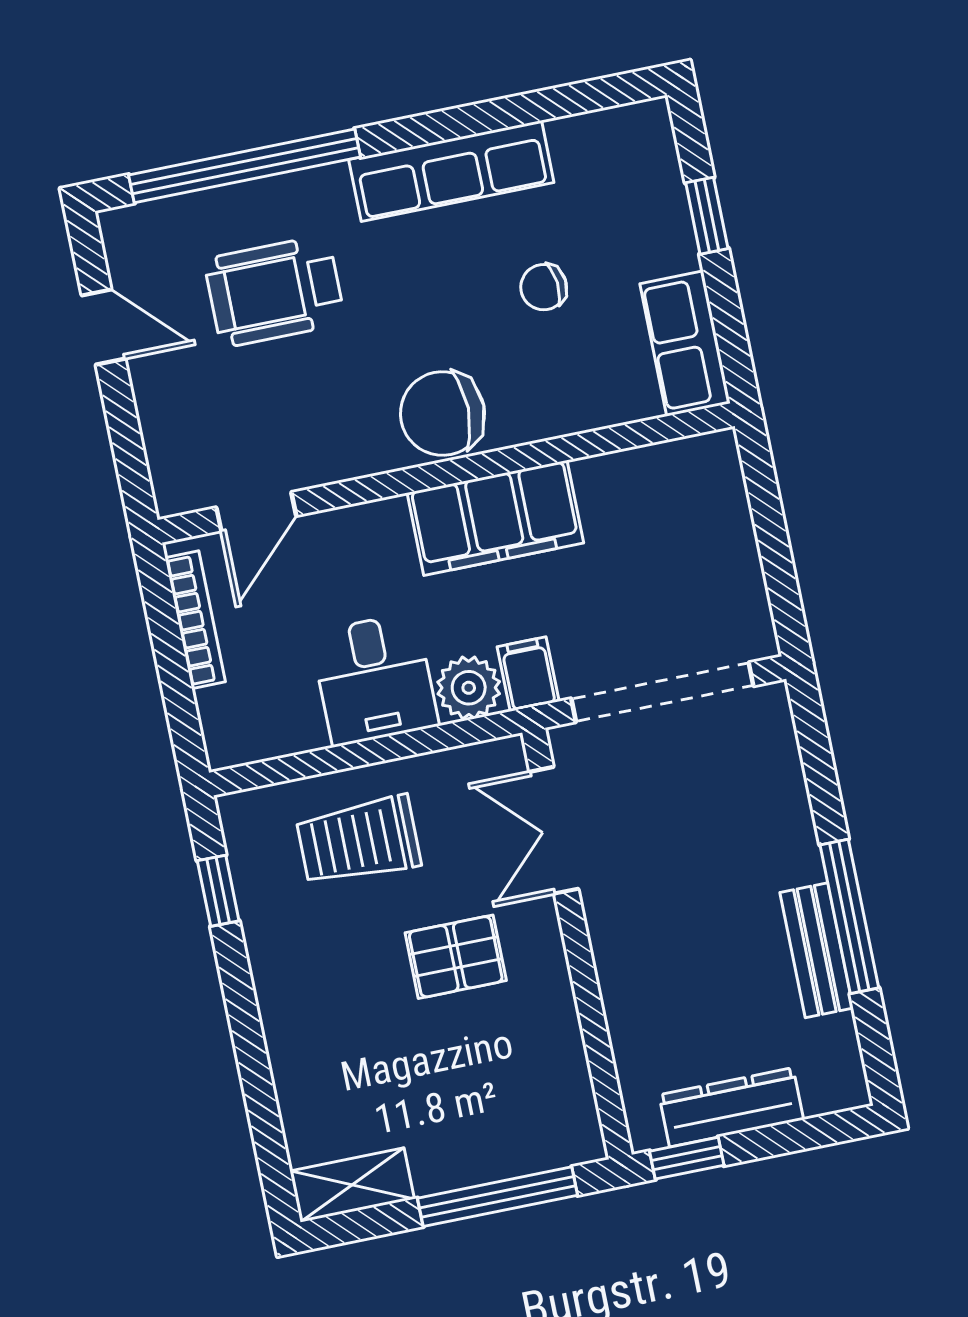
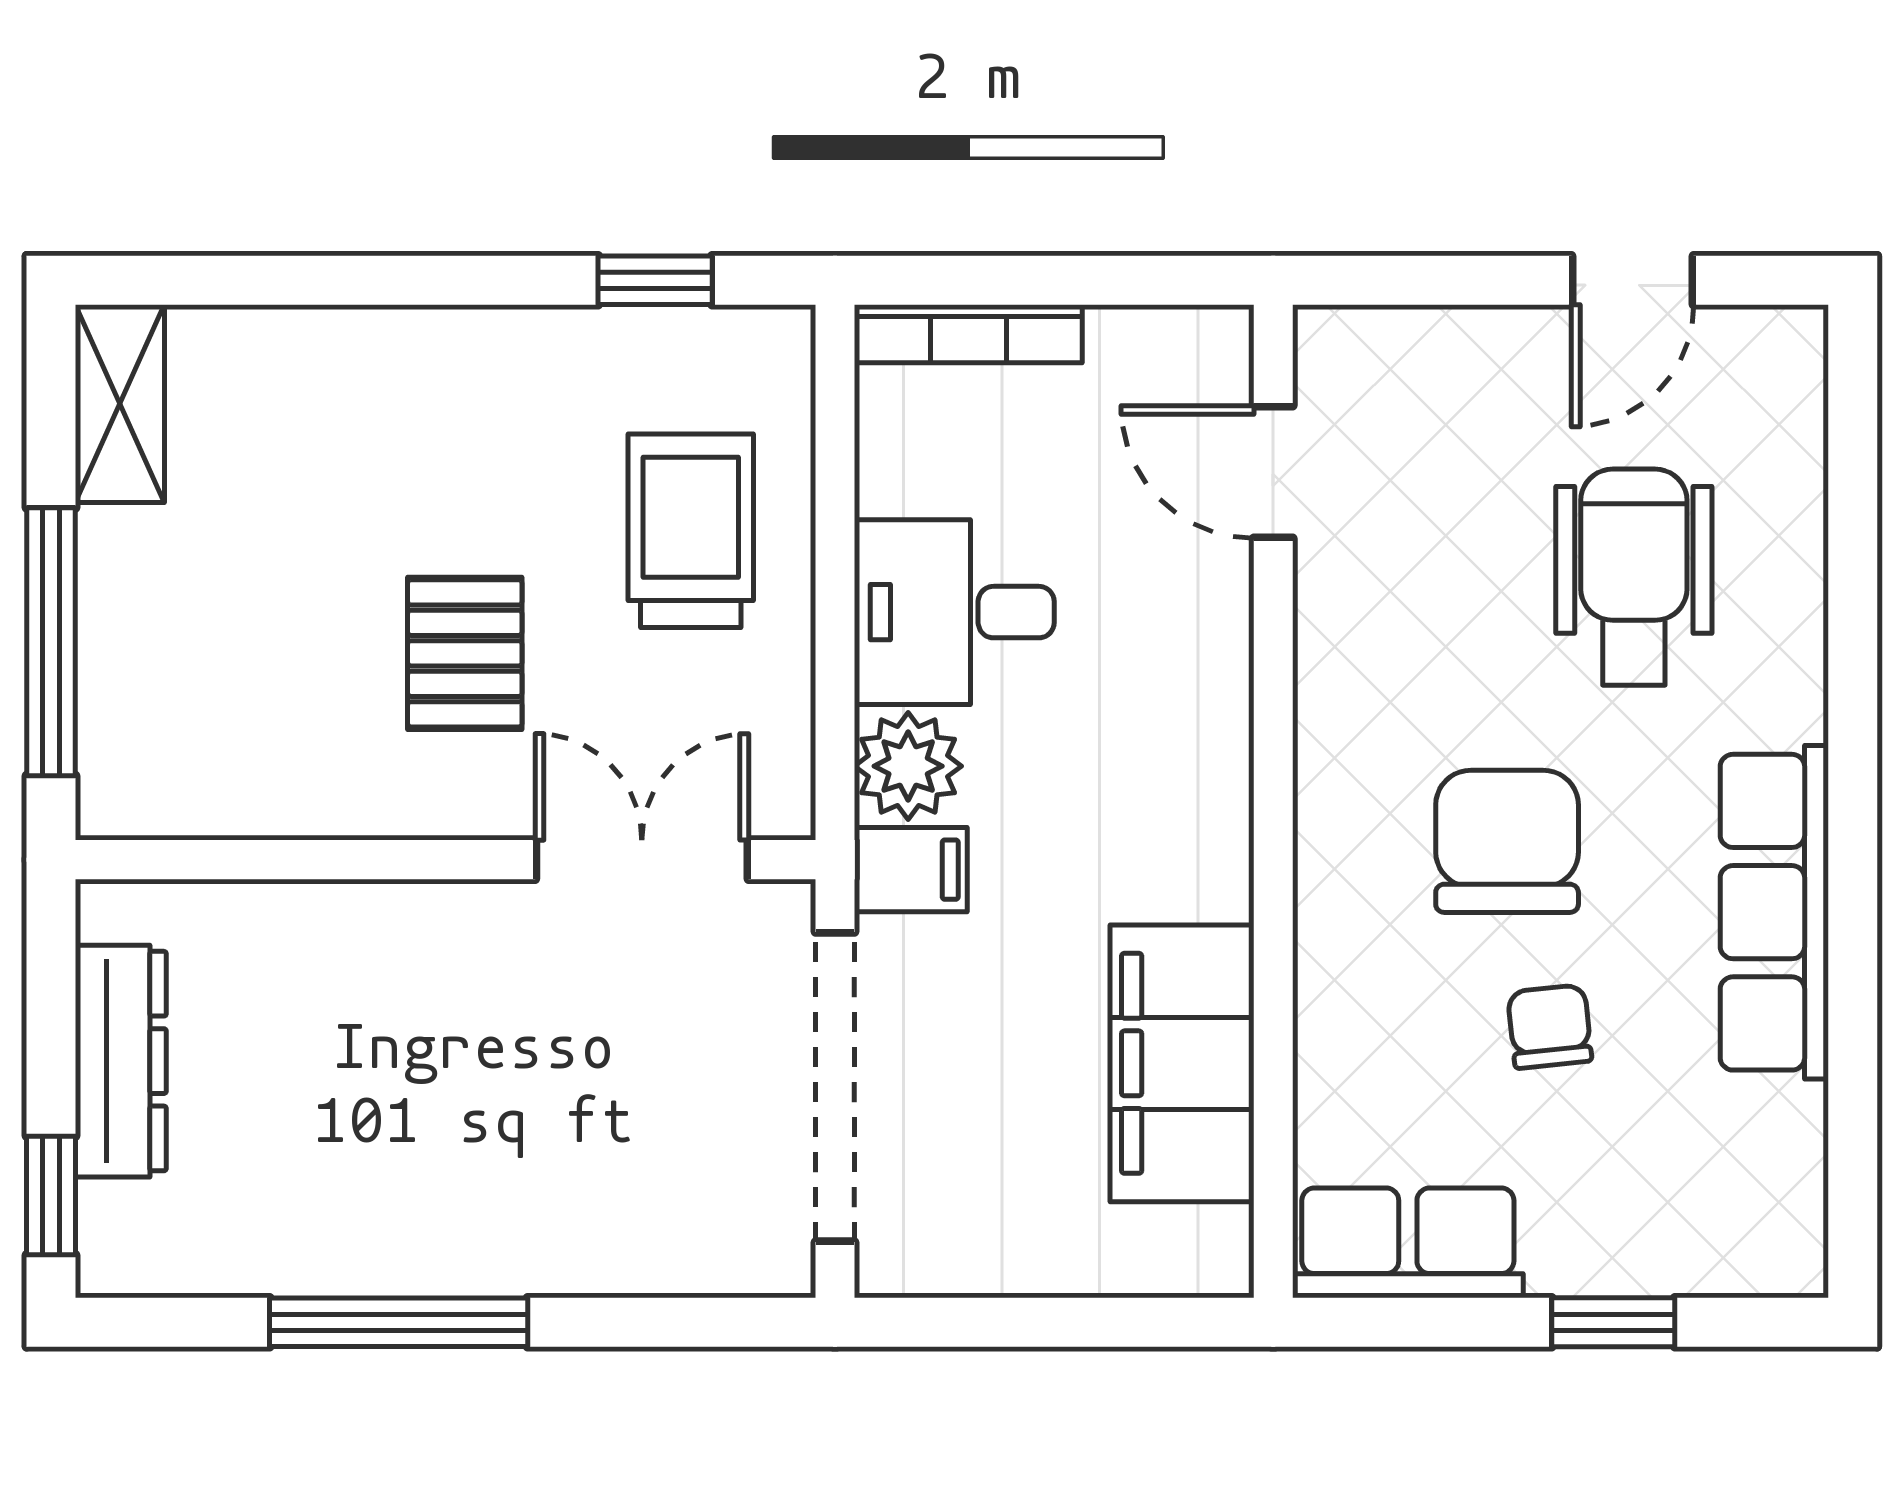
window: (245, 166) -> (1853, 570), removed
chair: (442, 414) -> (1507, 841), moved
filing cabinet: (495, 518) -> (1182, 1063), moved
bookcase: (195, 620) -> (968, 334), moved
bench: (817, 950) -> (353, 1256), removed
window: (687, 1158) -> (51, 1195), moved

